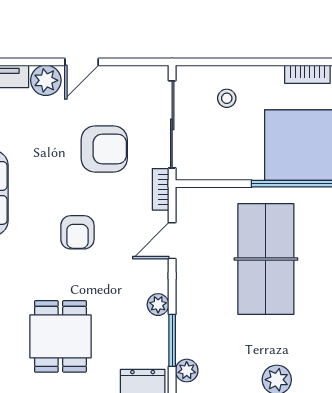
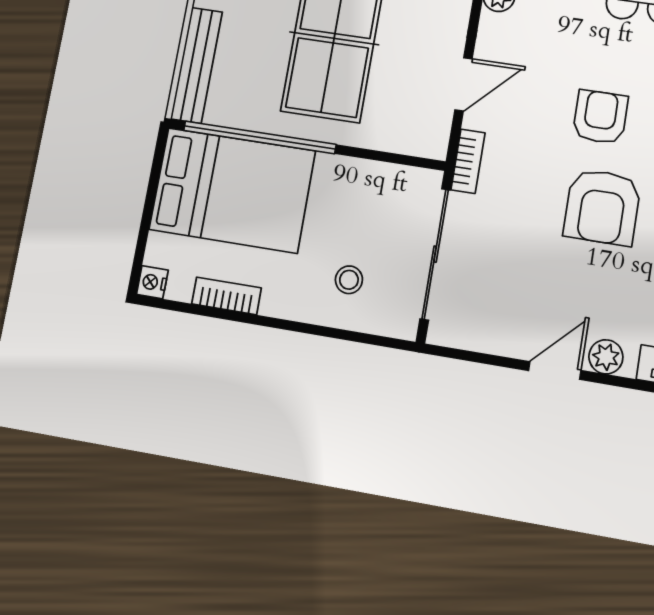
plant: (46, 80) -> (606, 357), width x0.73, depth x0.73
armchair: (104, 149) -> (602, 207), moved, turned -90

